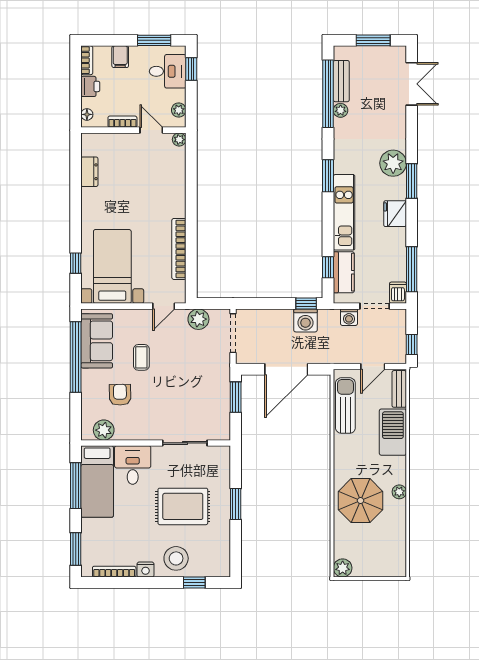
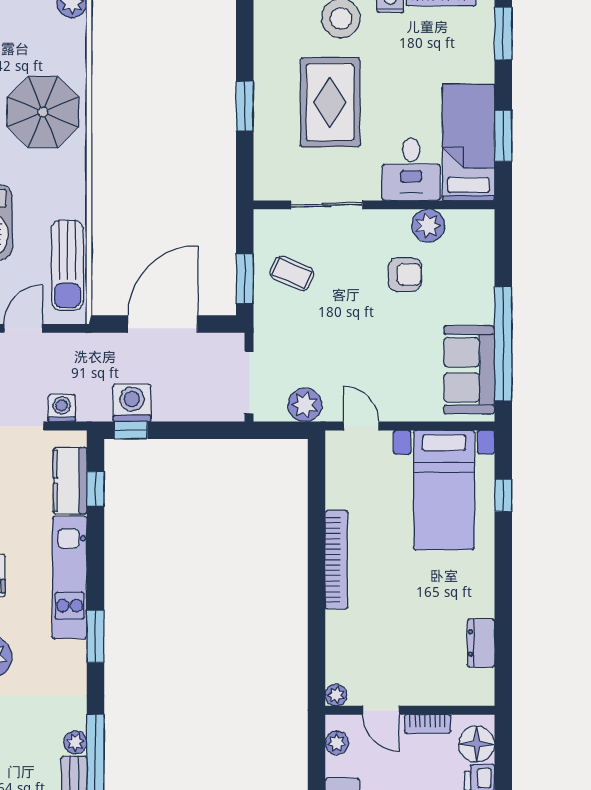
floor lamp: (87, 114) -> (477, 744), width x1.89, depth x1.89
bookcase: (179, 249) -> (336, 560), moved
door: (164, 306) -> (361, 426), hinge flipped
coffee table: (141, 357) -> (292, 273), moved, turned -67
armchair: (120, 395) -> (405, 275), moved, turned -89
plant: (104, 430) -> (428, 226), moved
window: (76, 486) -> (503, 136), width x0.69
rug: (183, 506) -> (330, 102), turned 90

